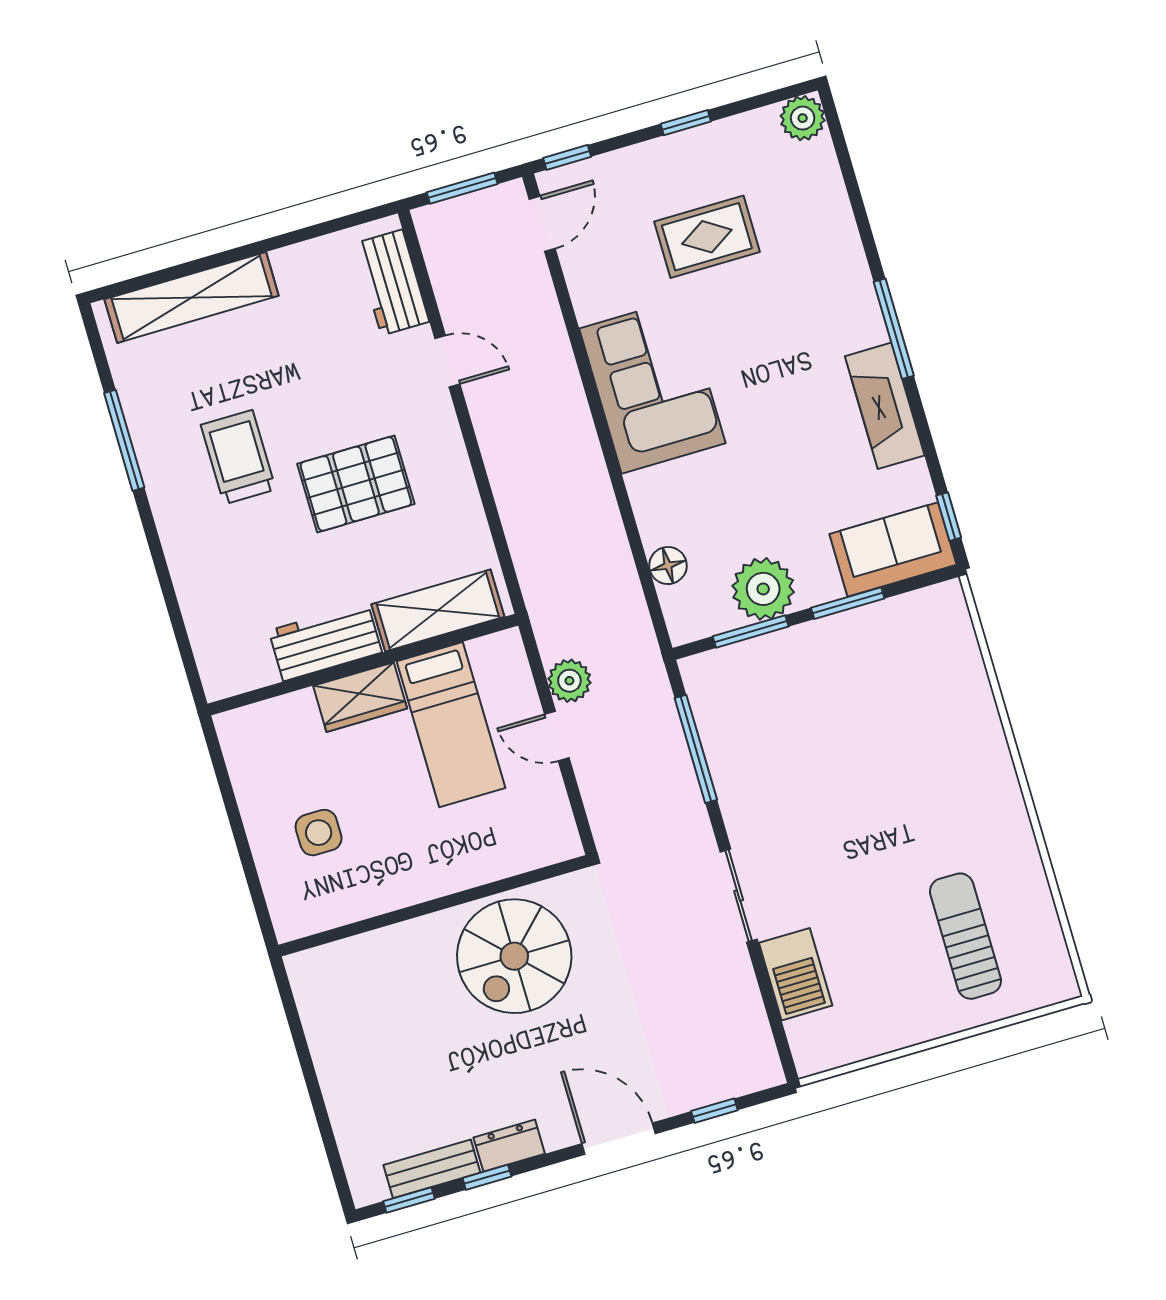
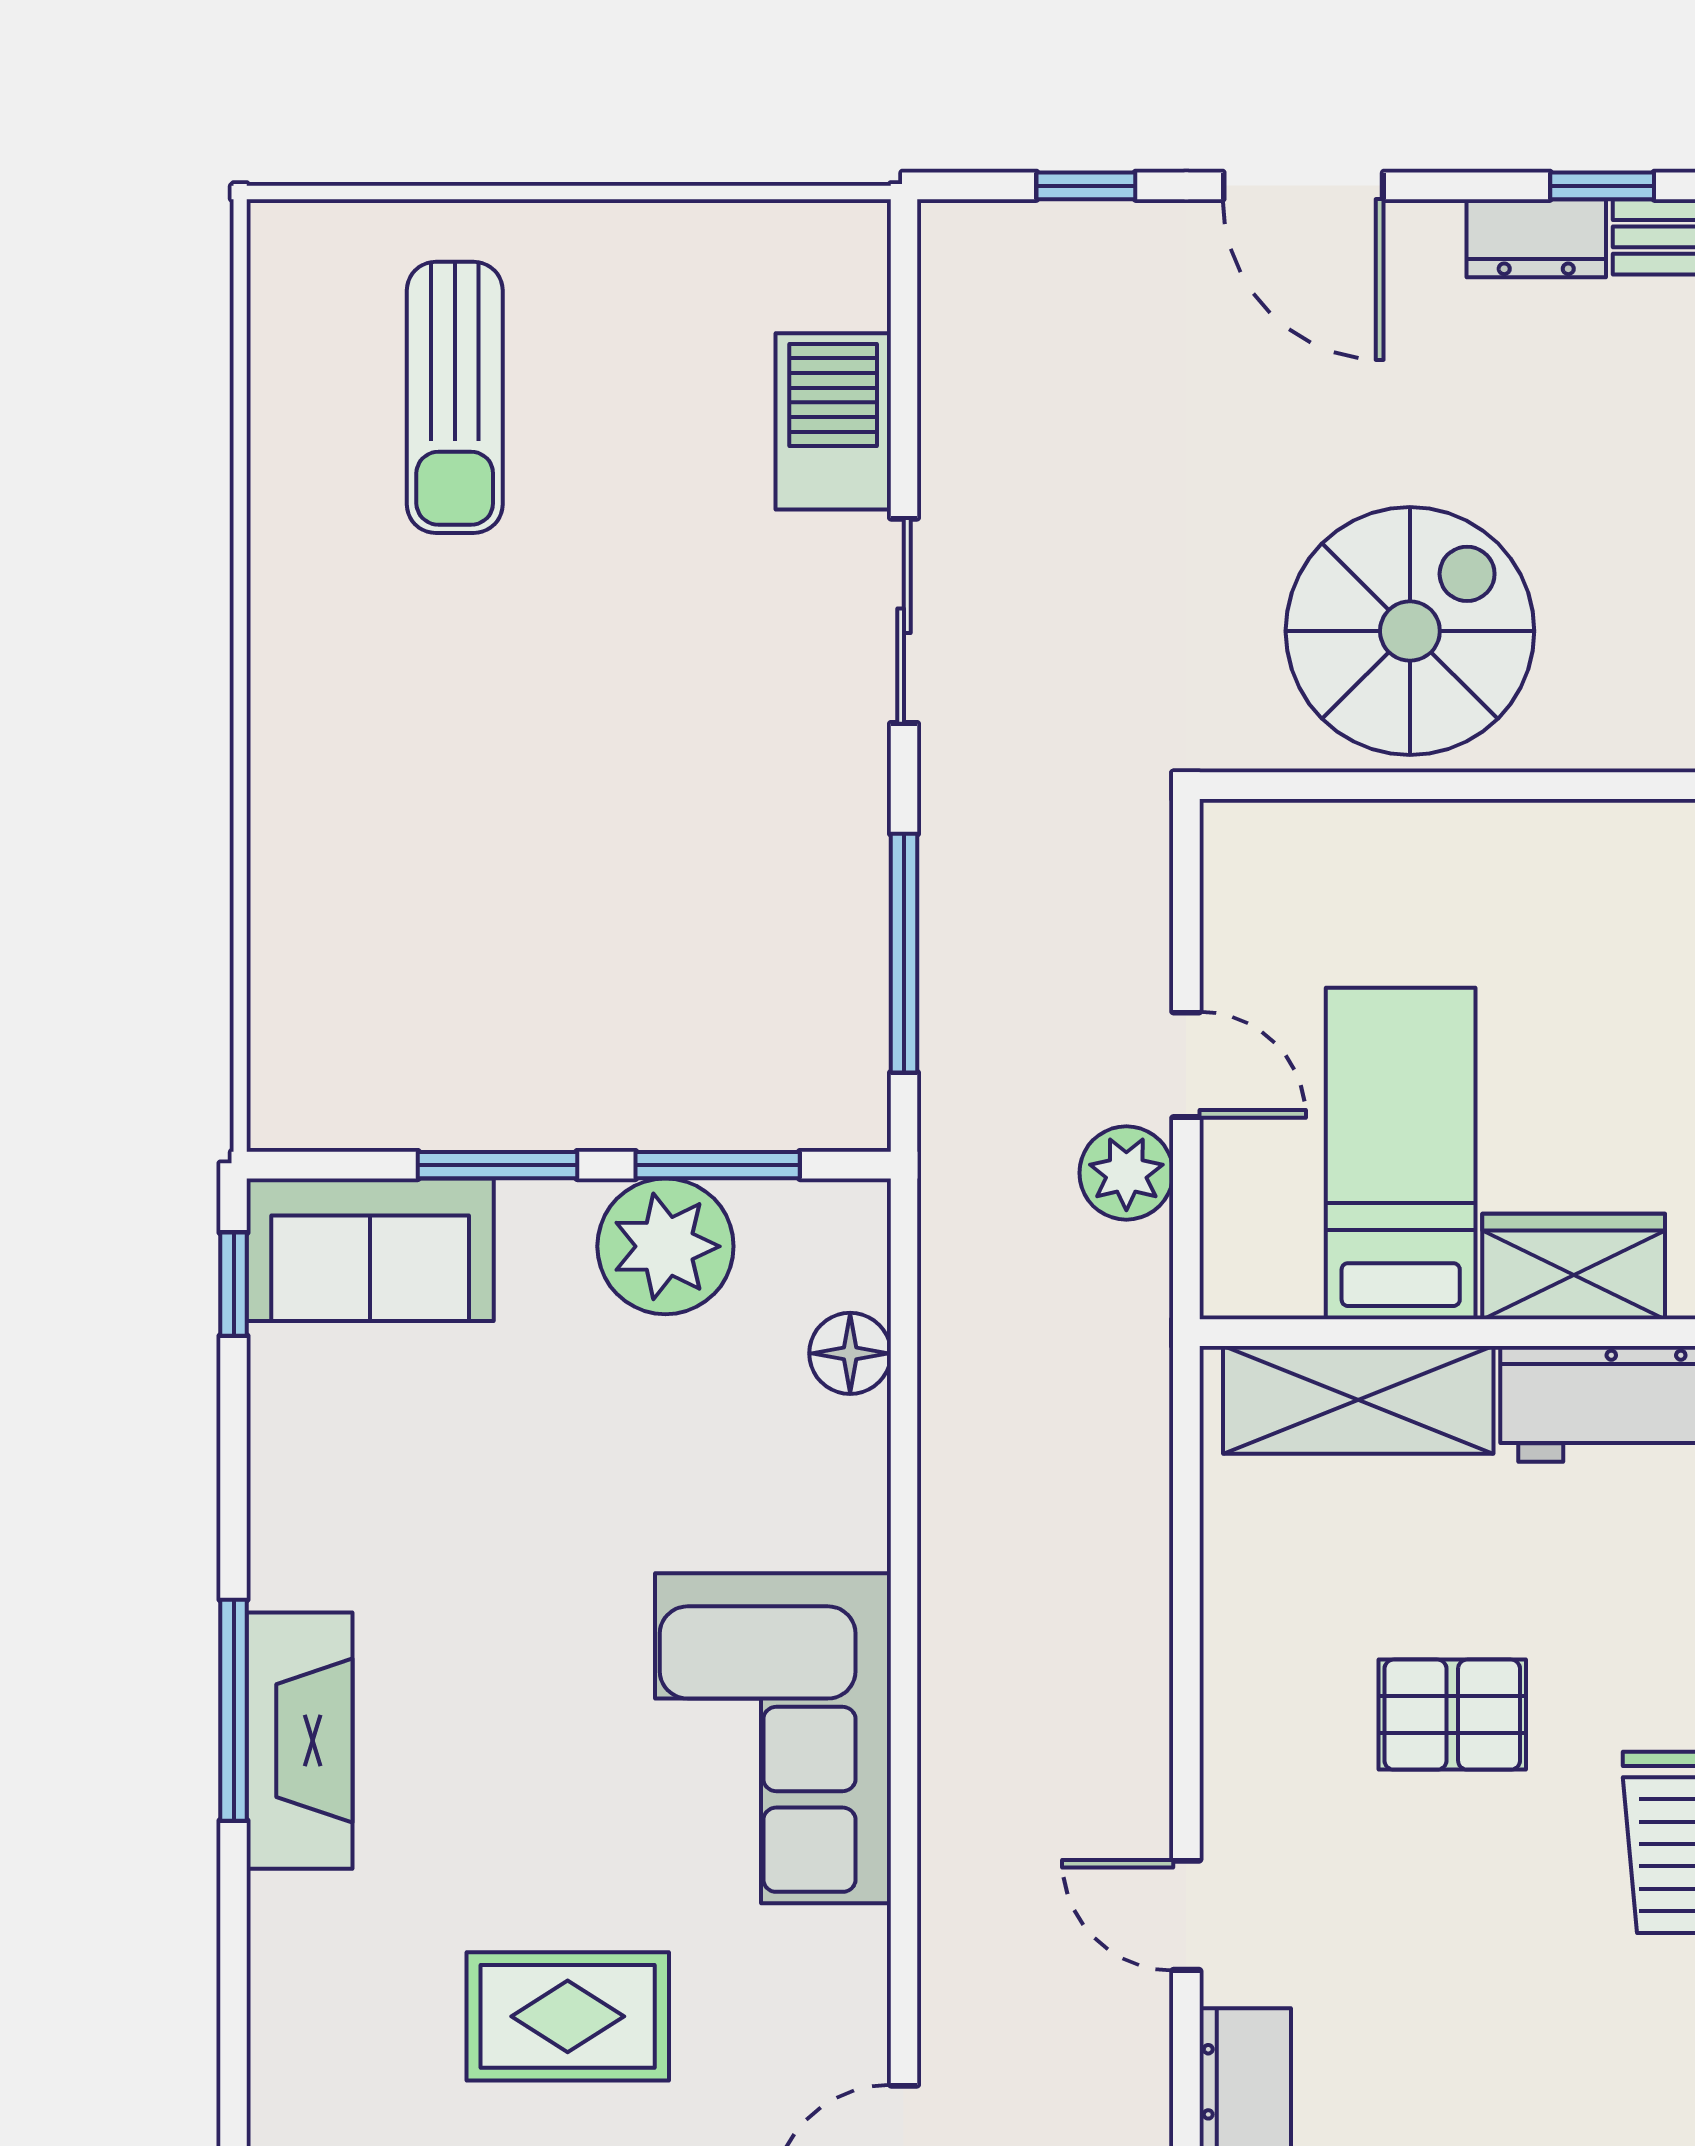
fireplace: (885, 406) -> (300, 1741), moved
pallet: (356, 484) -> (1452, 1715), width x0.67, depth x0.71

